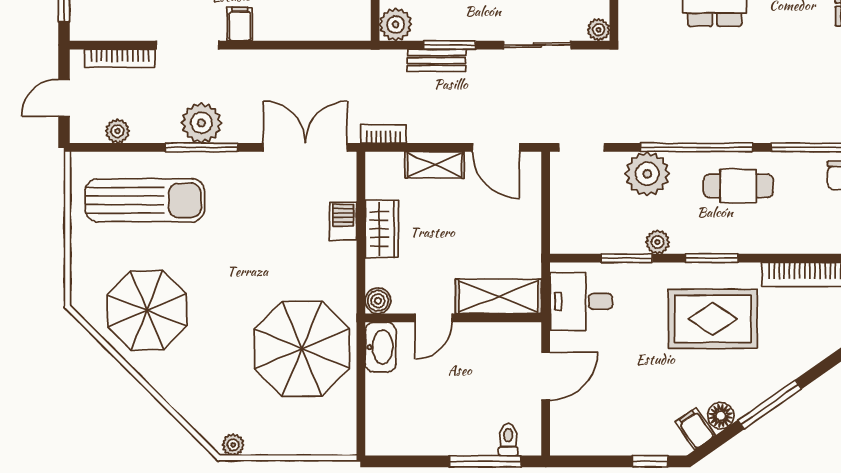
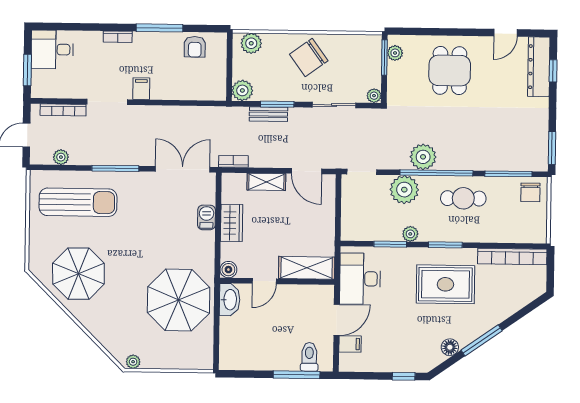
plant: (201, 123) -> (423, 157), moved
desk: (581, 301) -> (360, 279), width x1.37
filing cabinet: (695, 429) -> (350, 344), moved, turned 125
toilet: (508, 440) -> (309, 357), width x1.37, depth x1.39

